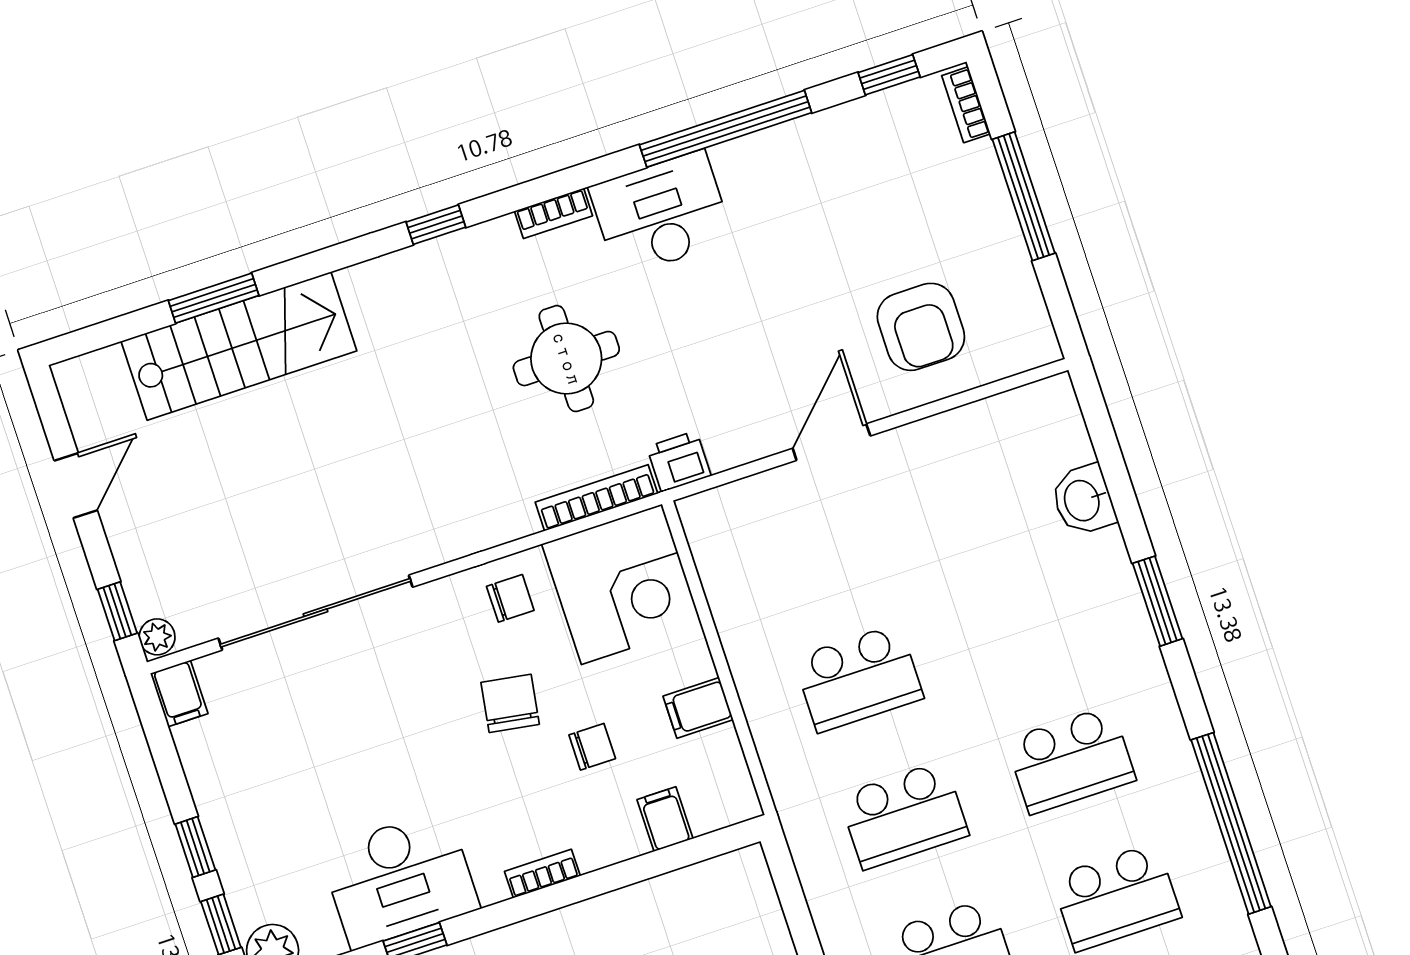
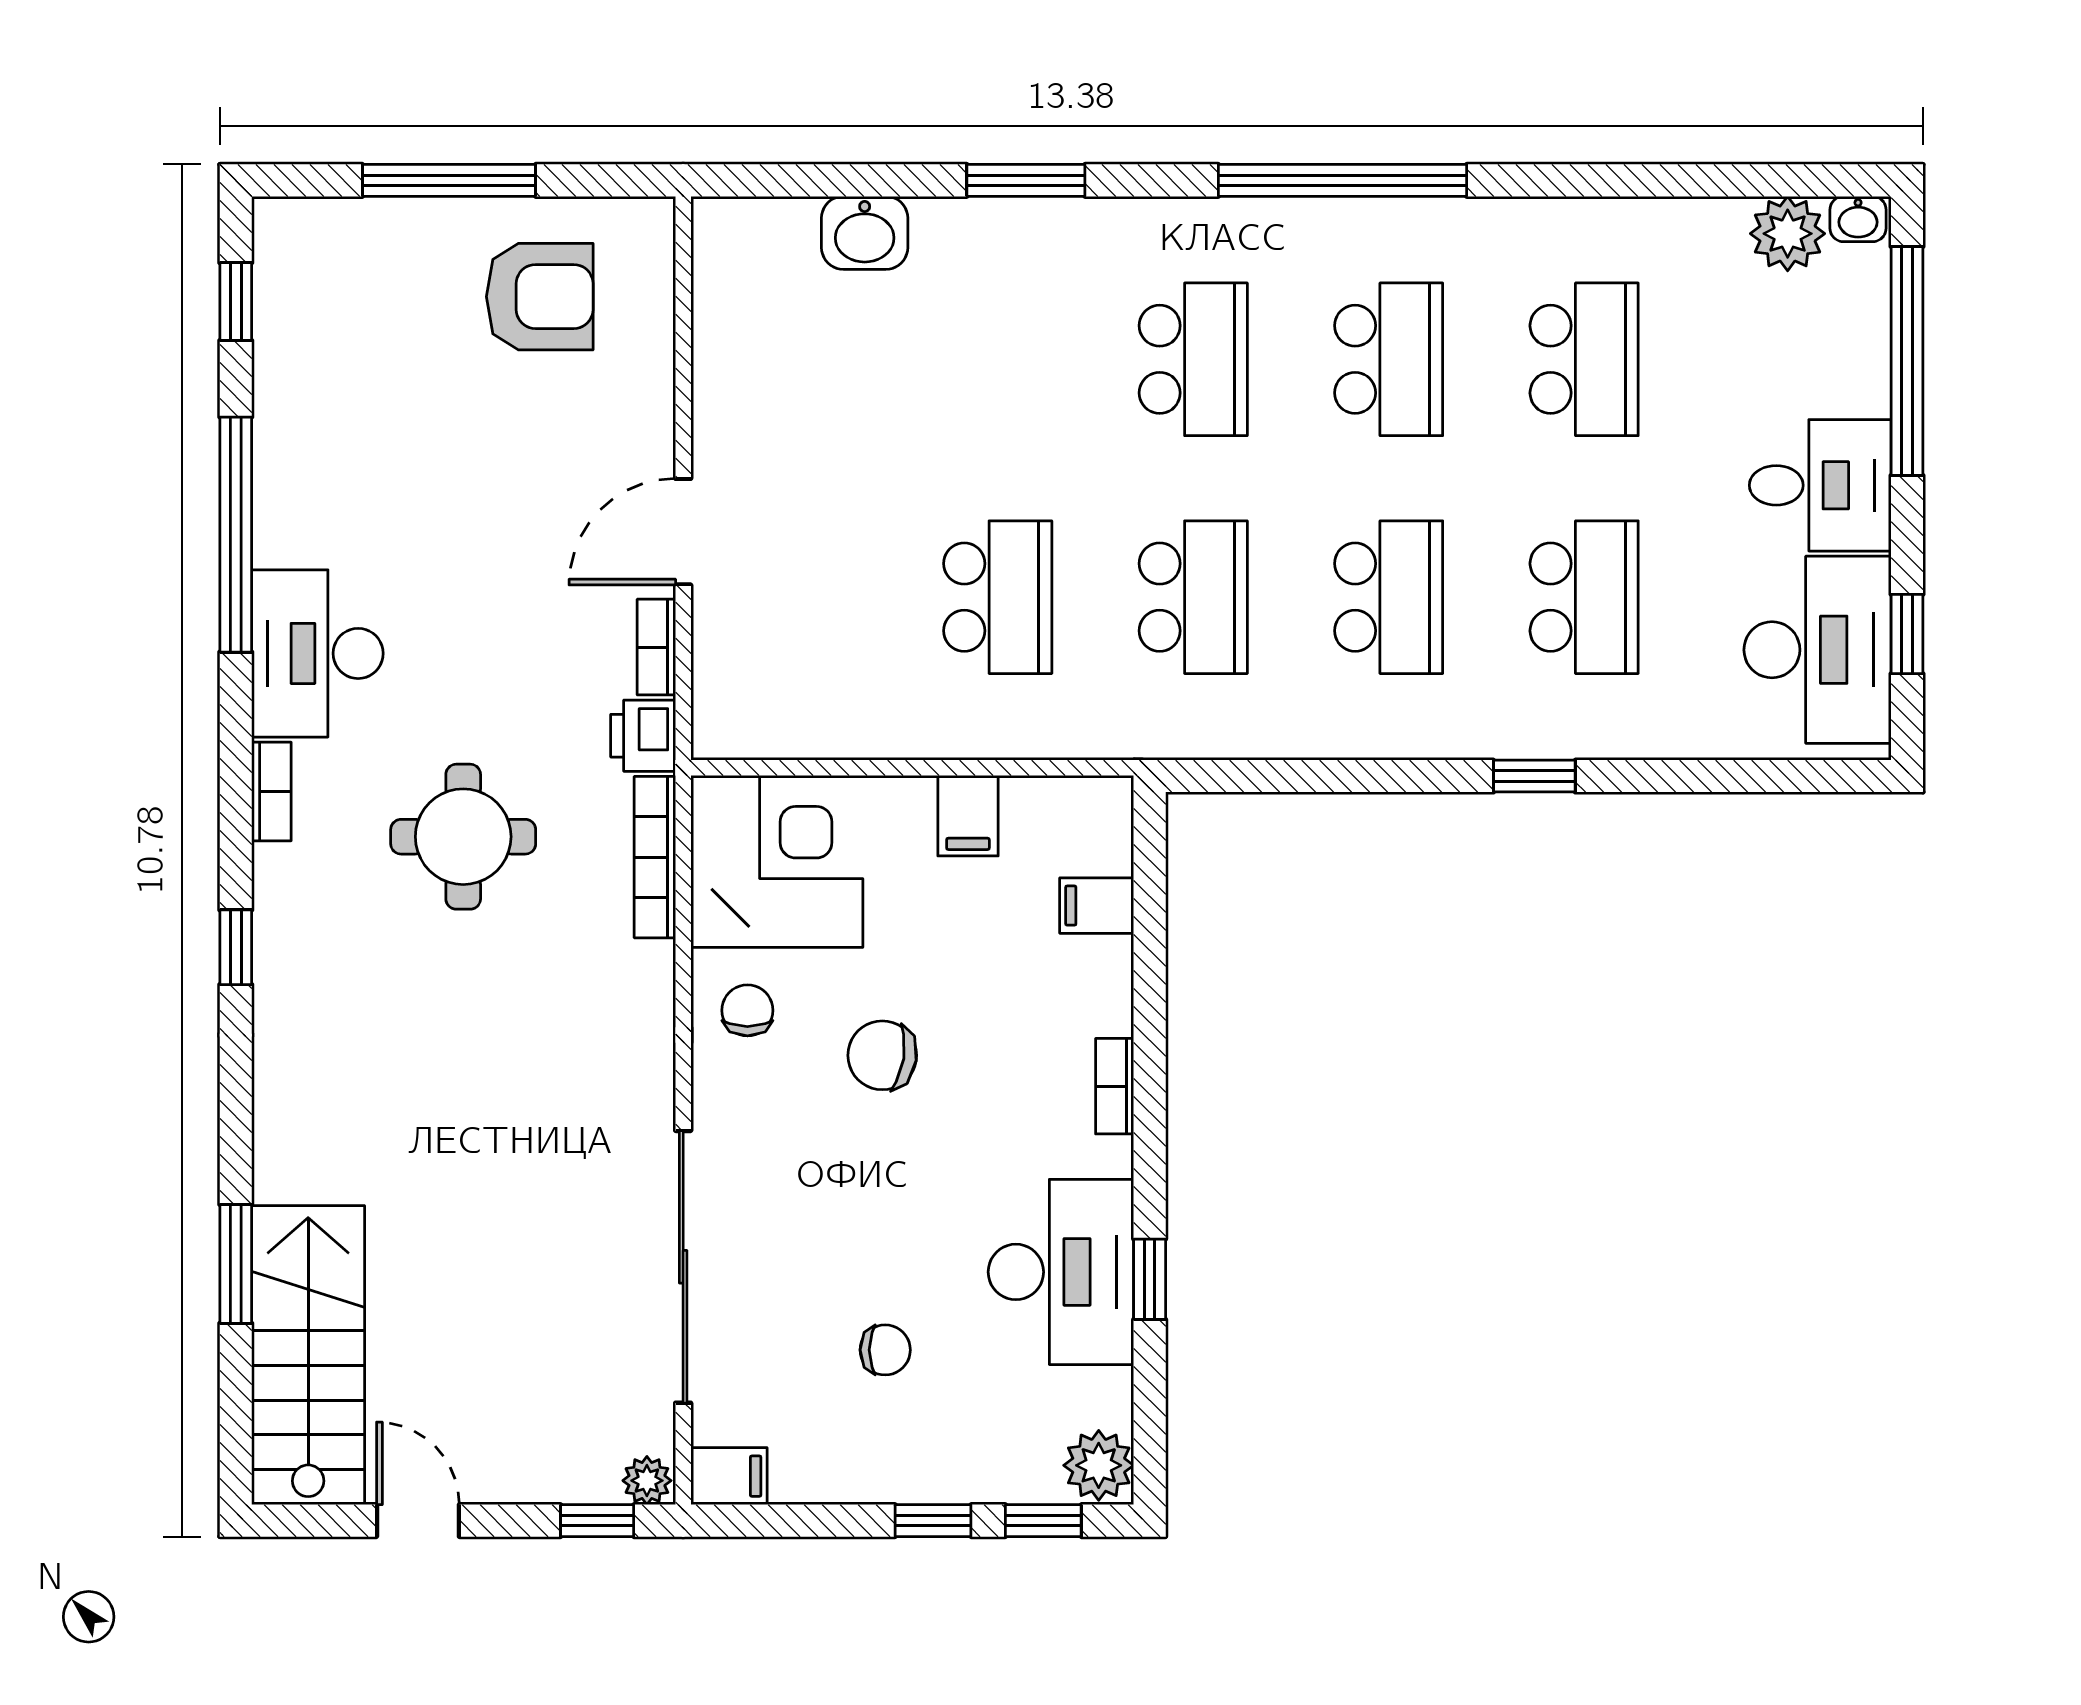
bookcase: (966, 105) -> (656, 647), moved, turned 90
armchair: (921, 327) -> (540, 297), moved
stairs: (239, 346) -> (308, 1355), moved
door: (831, 442) -> (683, 532), hinge flipped
chair: (592, 747) -> (885, 1350), moved, turned 90

